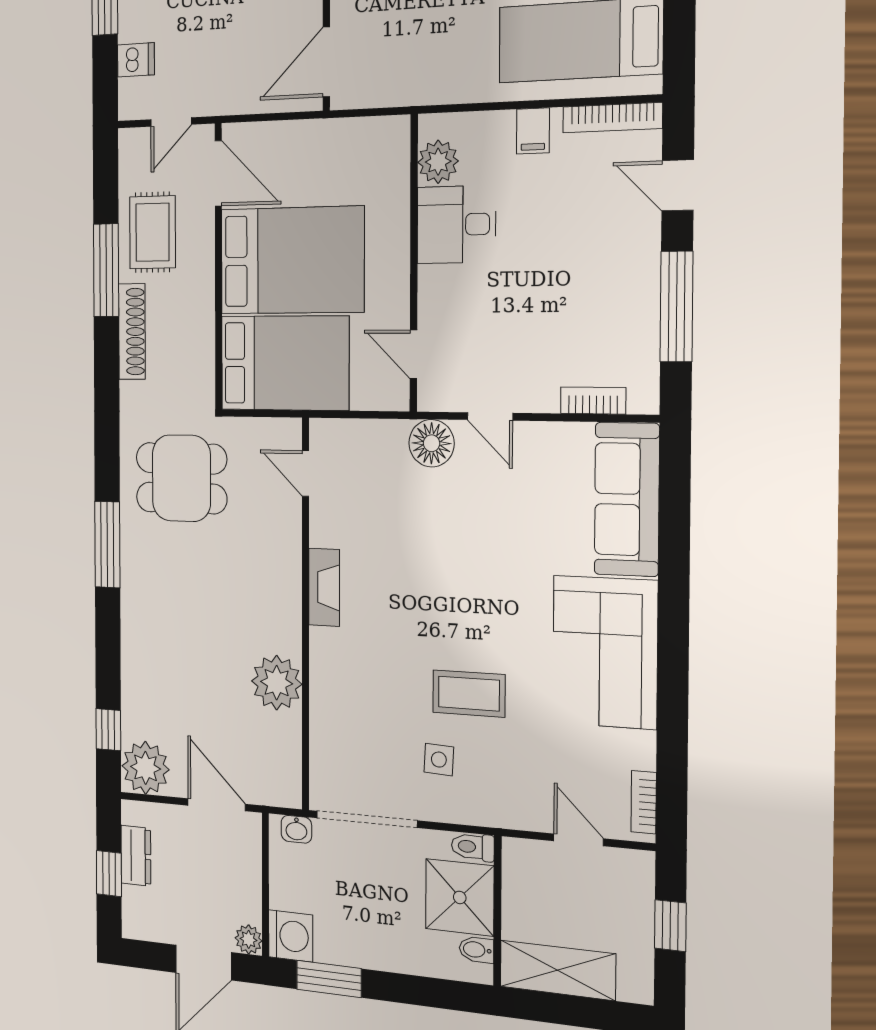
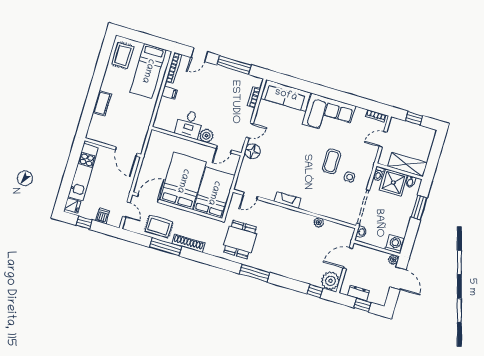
plant: (438, 162) -> (206, 136), moved
plant: (277, 683) -> (319, 222), width x0.53, depth x0.53
shelving: (558, 970) -> (407, 165), moved, turned 90
window: (329, 979) -> (419, 207), moved

